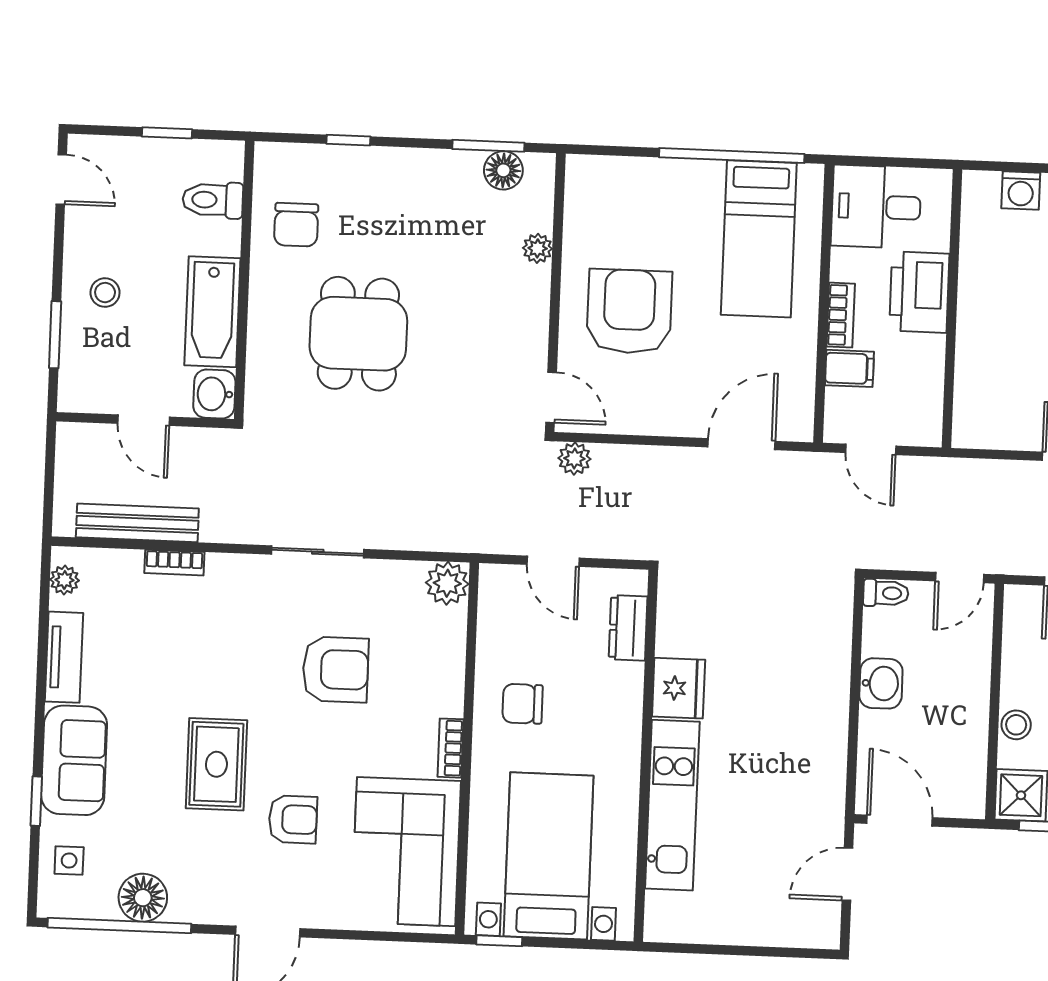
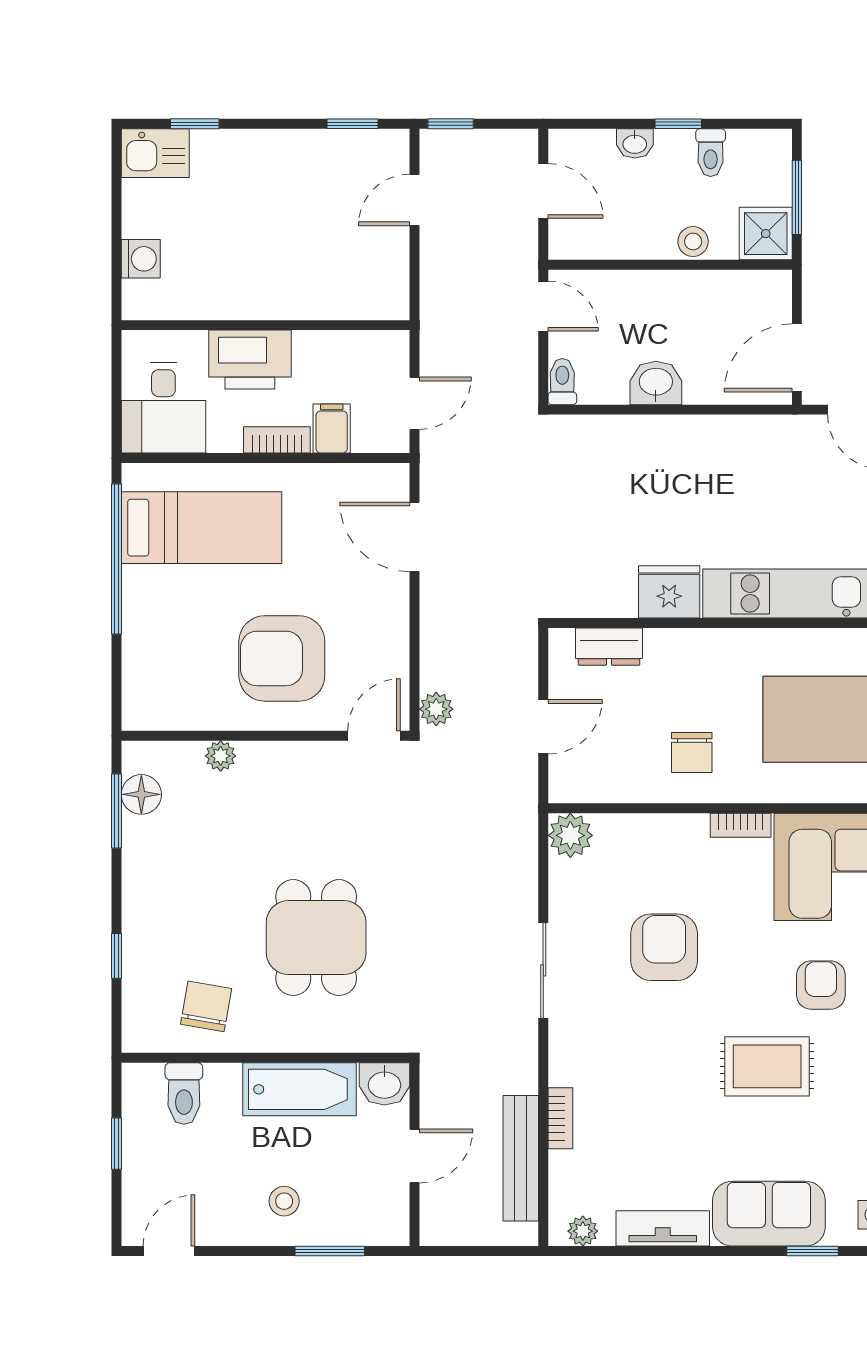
chair: (296, 225) -> (206, 1006), turned -80
dining table: (358, 334) -> (316, 938), turned 90

